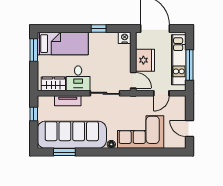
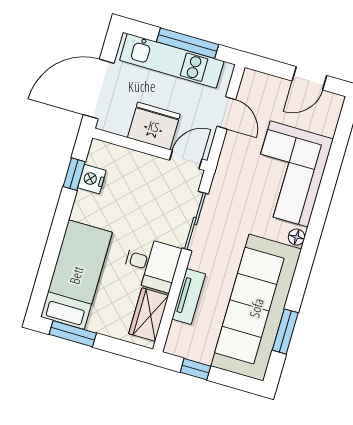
window: (99, 29) -> (74, 174), moved
nightstand: (125, 38) -> (92, 179), moved

